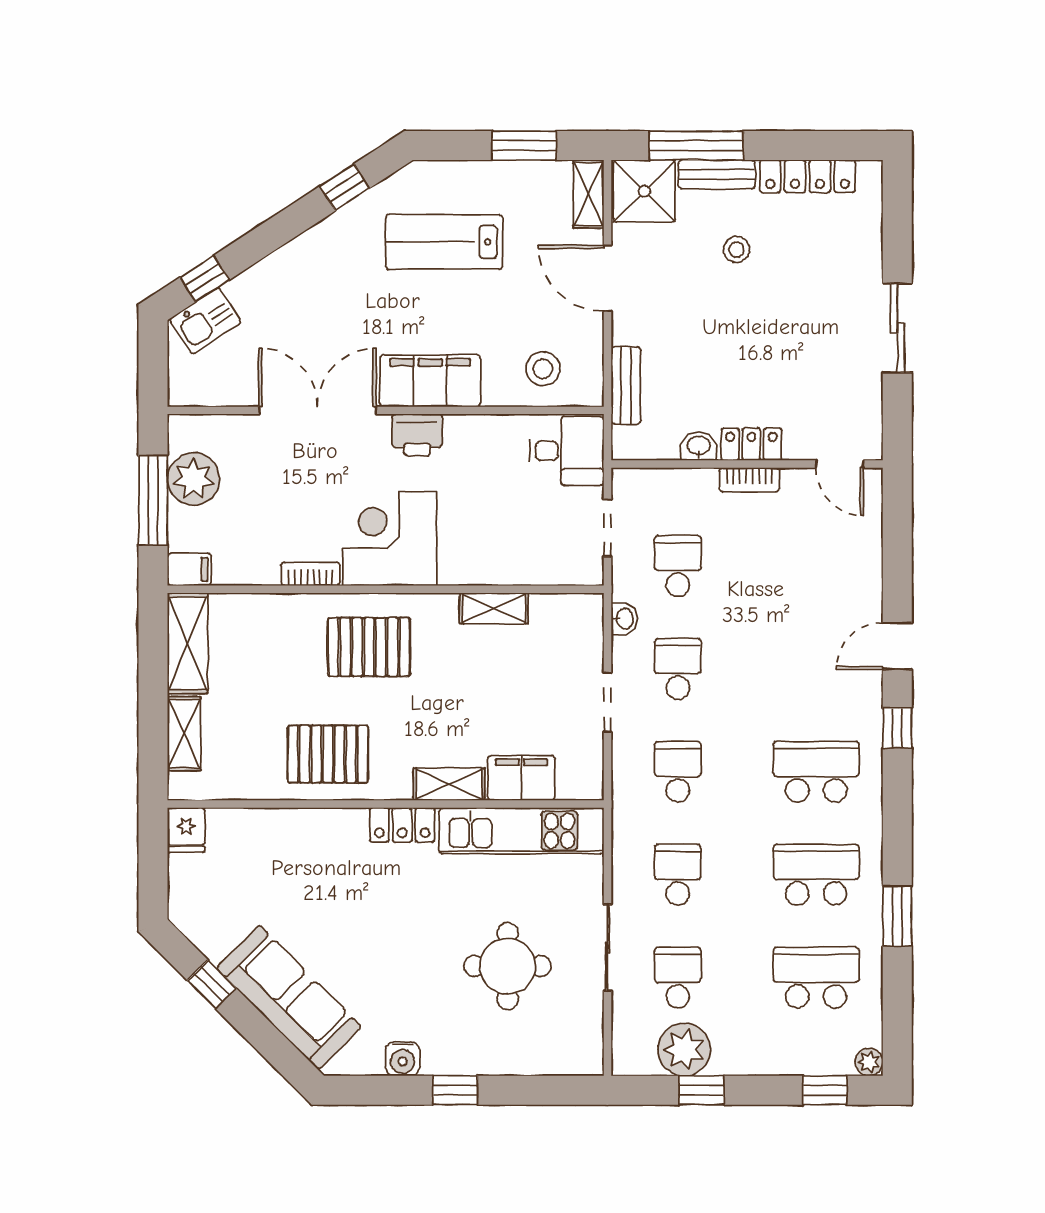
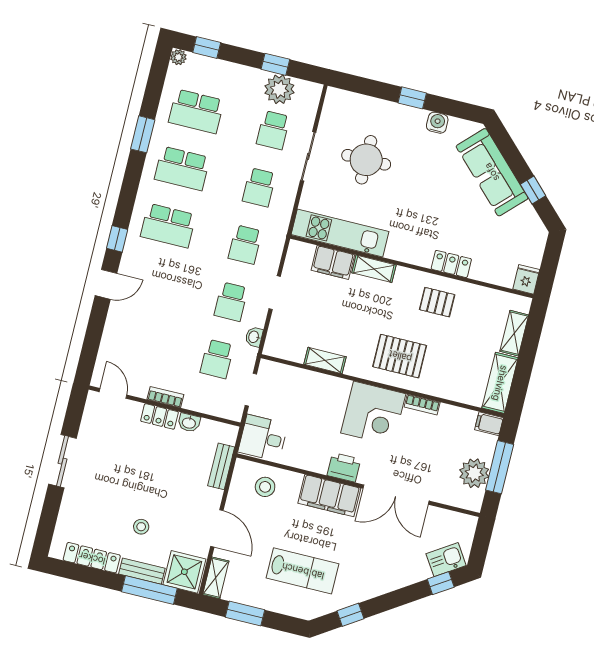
pallet: (328, 754) -> (437, 302), width x0.67, depth x0.71
locker: (402, 825) -> (451, 264), moved

